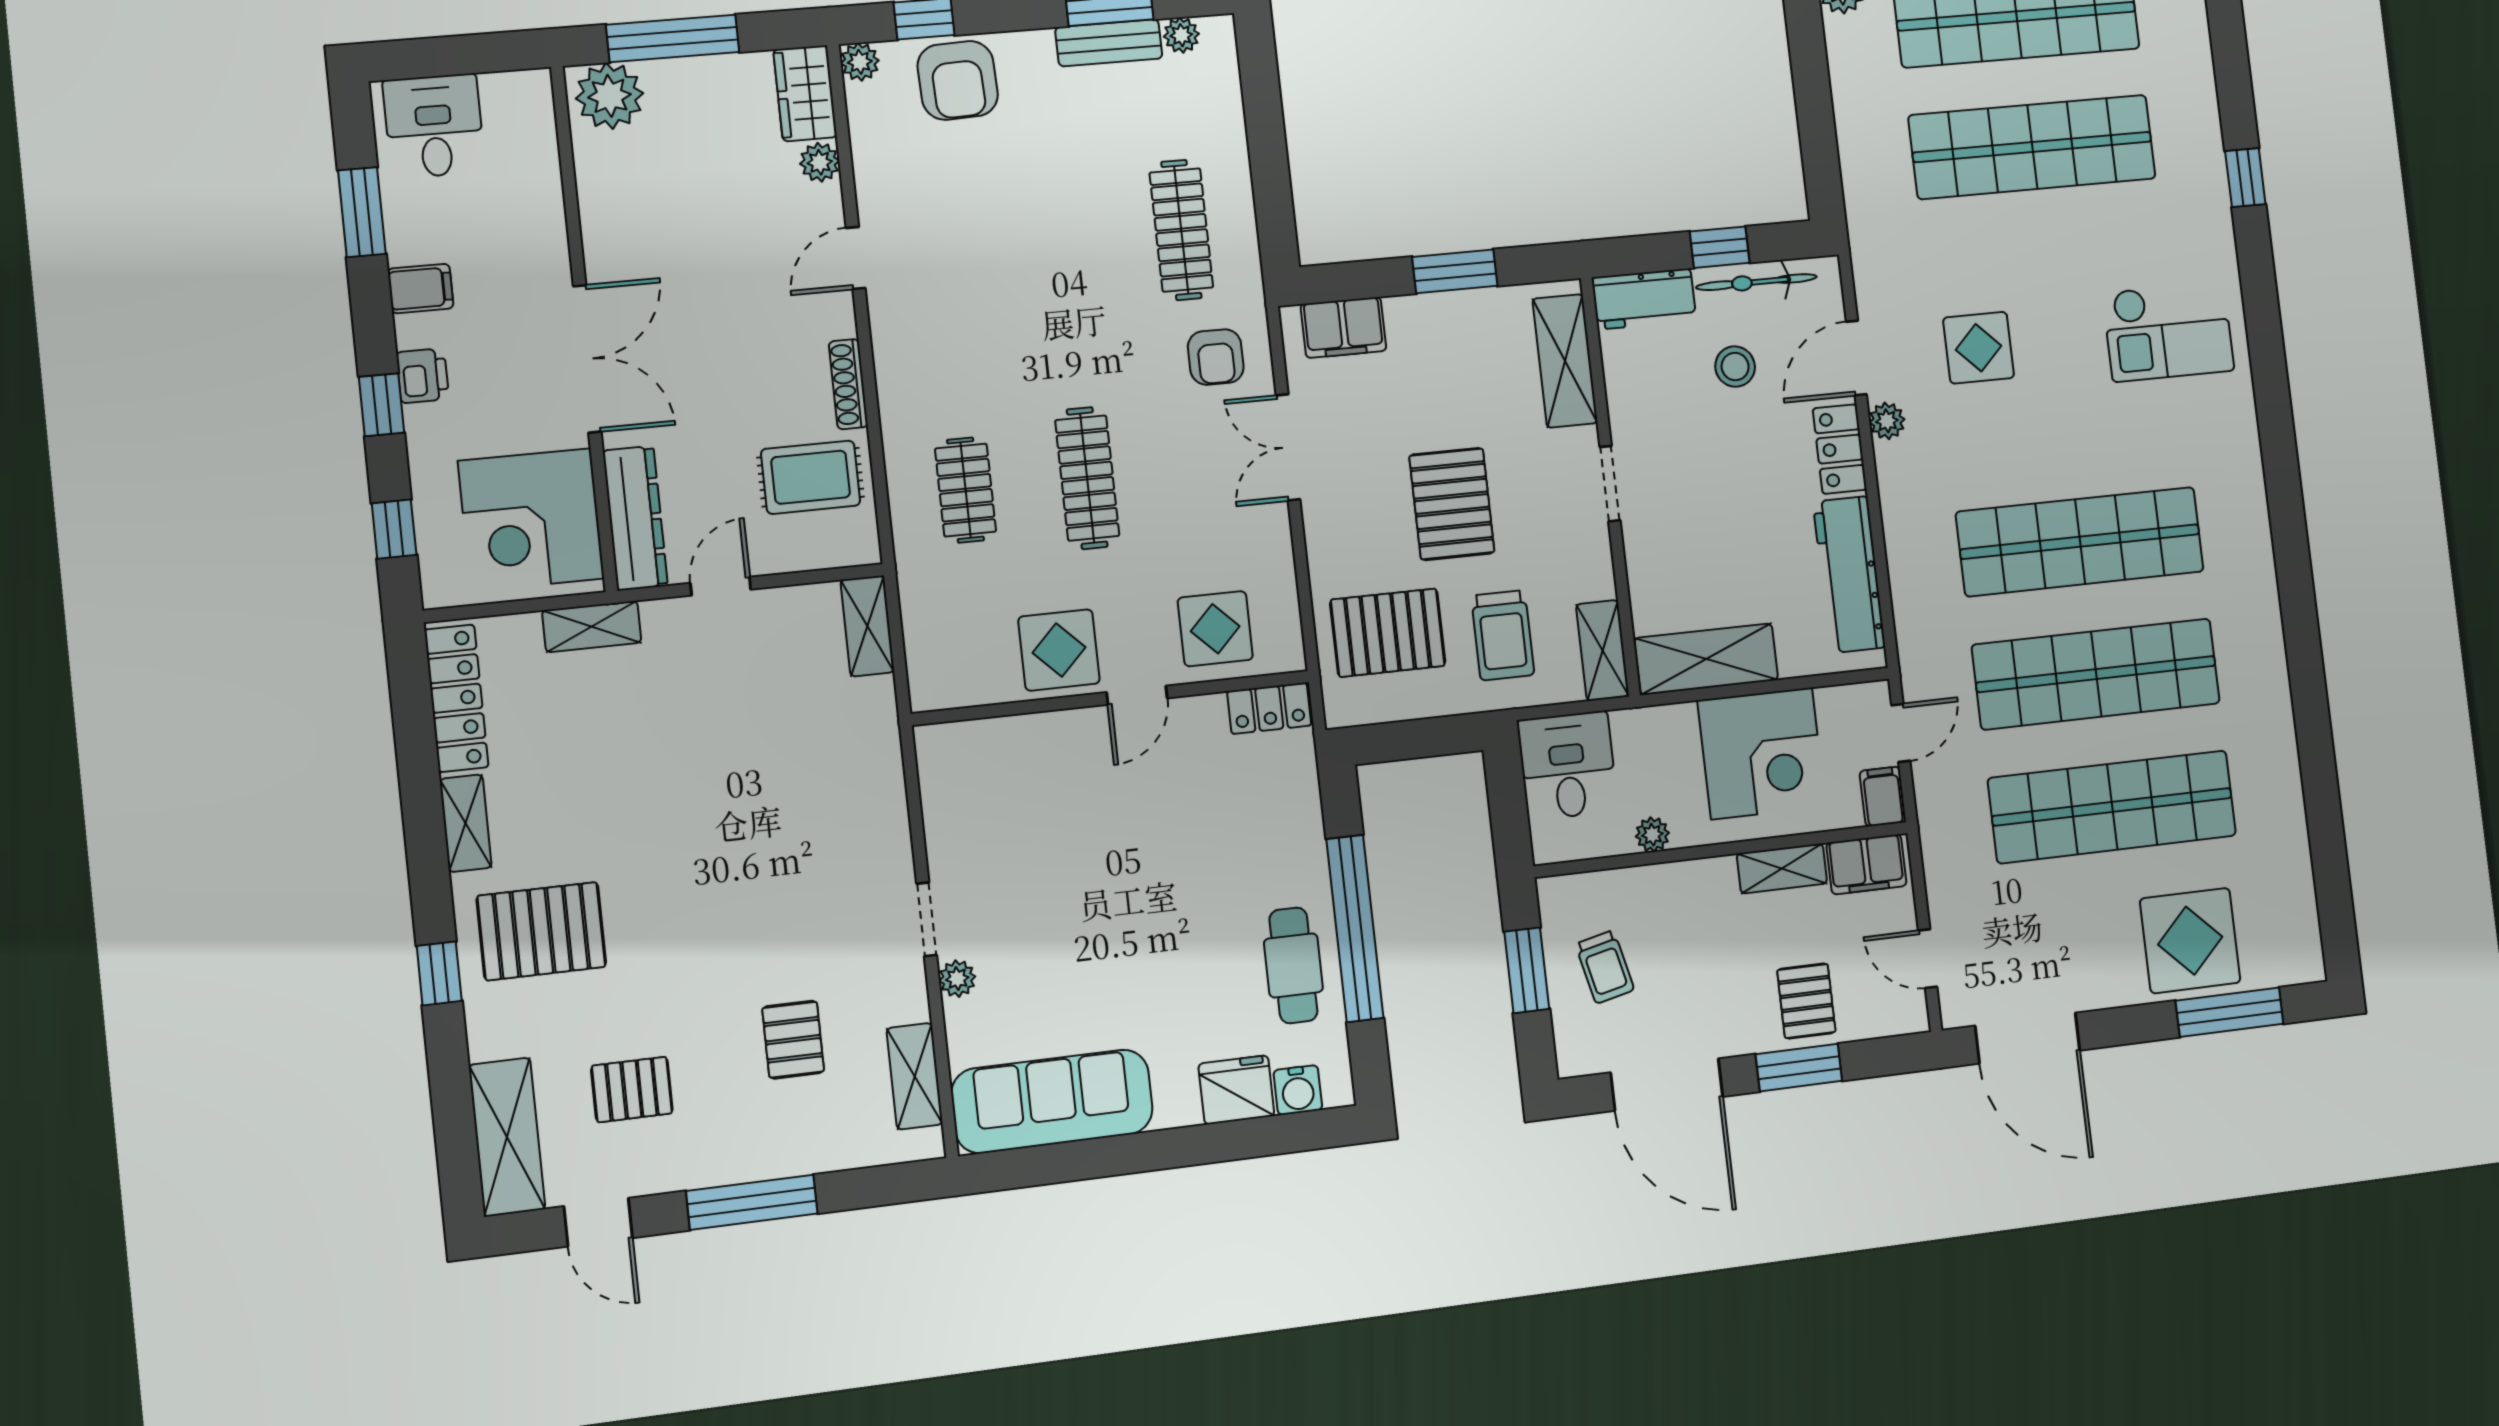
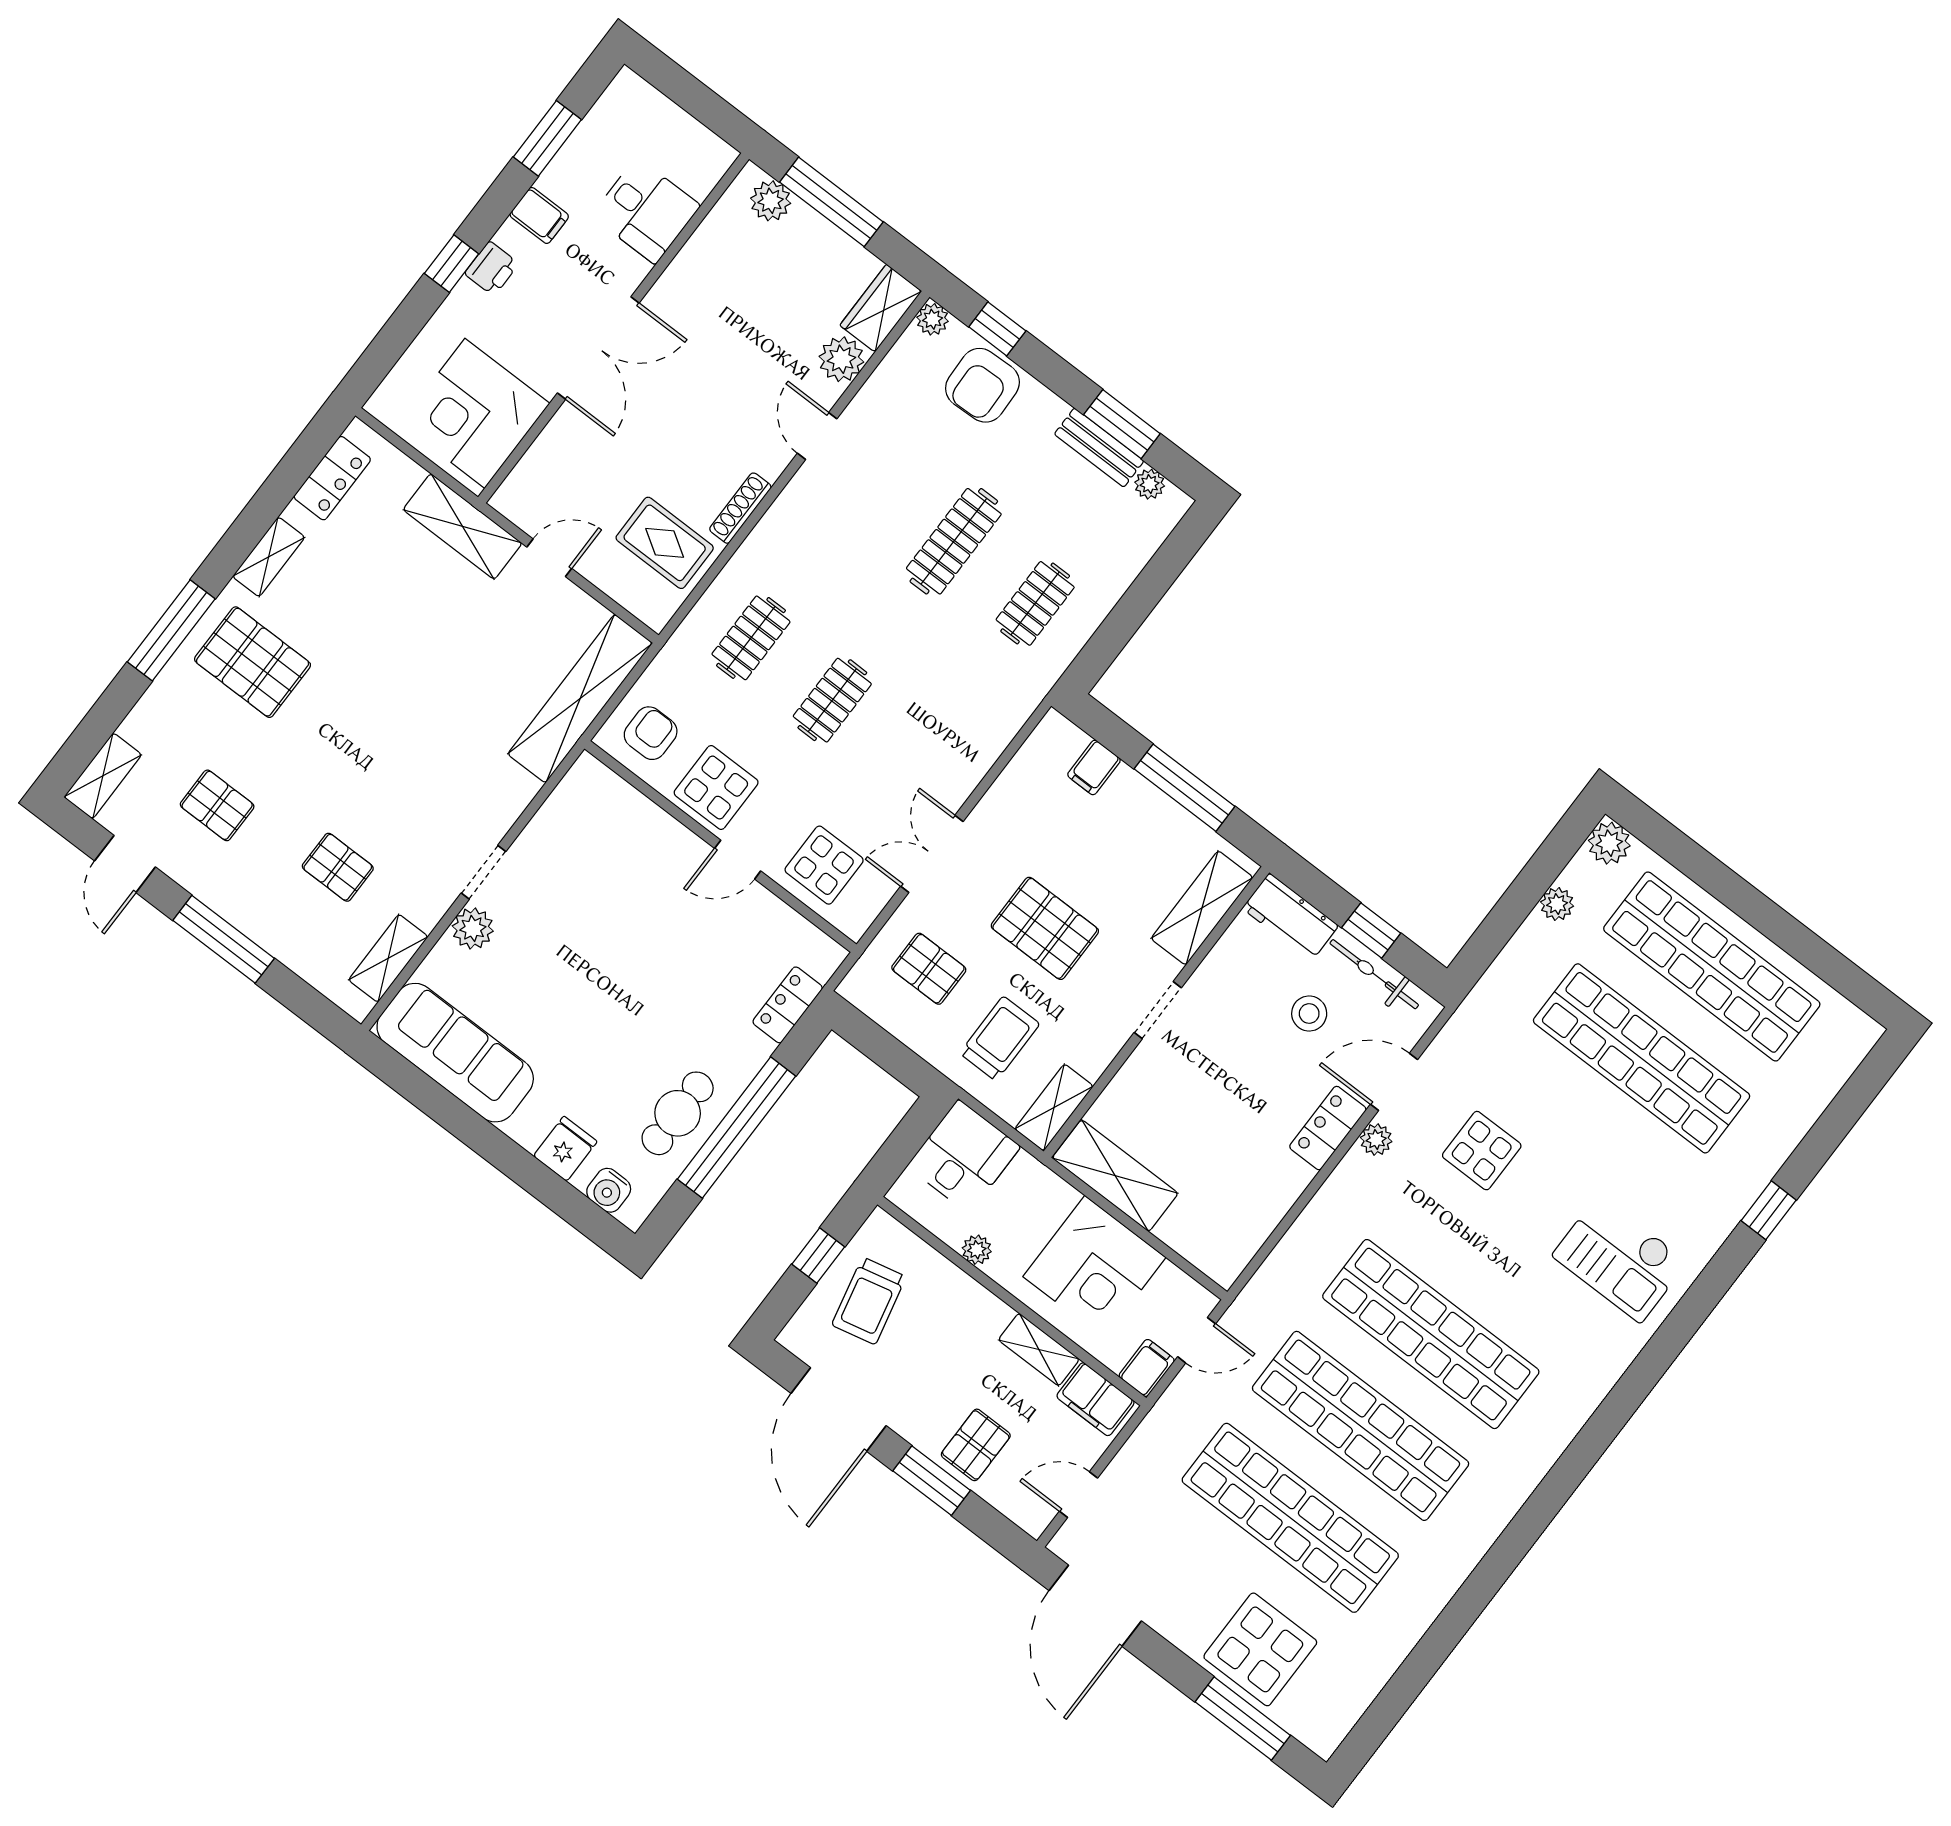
plant: (1847, 81) -> (1557, 904), added
plant: (609, 96) -> (771, 201), width x0.73, depth x0.73
desk: (434, 126) -> (646, 211), moved, turned 90
plant: (820, 162) -> (841, 359), width x1.38, depth x1.38
clothes rail: (1181, 230) -> (1035, 603), width x0.73
clothes rail: (1061, 241) -> (954, 541), added
door: (856, 258) -> (817, 436), hinge flipped
window: (1455, 271) -> (1184, 788), width x1.44
filing cabinet: (1343, 328) -> (1094, 767), width x0.50
armchair: (1216, 357) -> (651, 733), moved, turned 180
double door: (1288, 447) -> (932, 854), moved
clothes rail: (1087, 478) -> (832, 700), width x0.73
pallet: (1452, 504) -> (1045, 928), turned 90
dresser: (635, 518) -> (537, 470), removed
window: (394, 529) -> (390, 344), removed
workbench: (1849, 575) -> (1258, 1211), removed
shelving: (867, 626) -> (580, 699), width x2.20, depth x1.33
shelving: (592, 627) -> (463, 526), width x1.50, depth x1.33
pallet: (1388, 633) -> (929, 969), width x0.67, depth x0.71
trolley: (1503, 635) -> (1000, 1039), turned 180
locker: (456, 698) -> (332, 478), width x0.66
locker: (1269, 708) -> (788, 1005), moved, turned 90
door: (1928, 959) -> (1079, 1495), hinge flipped
trolley: (1605, 967) -> (869, 1301), width x1.36, depth x1.39
window: (1527, 970) -> (818, 1256), width x0.67
window: (439, 973) -> (171, 630), width x2.17
plant: (957, 979) -> (473, 928), width x1.38, depth x1.38
pallet: (793, 1040) -> (338, 867), turned 90
fridge: (1236, 1090) -> (565, 1149), width x0.72
shelving: (507, 1137) -> (103, 776), width x0.67, depth x0.75

